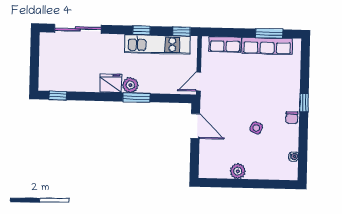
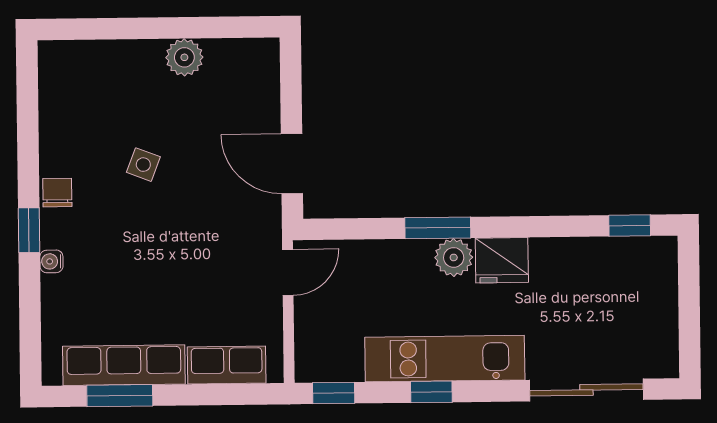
kitchen unit: (157, 44) -> (445, 359), moved
water cooler: (294, 157) -> (51, 261), moved

